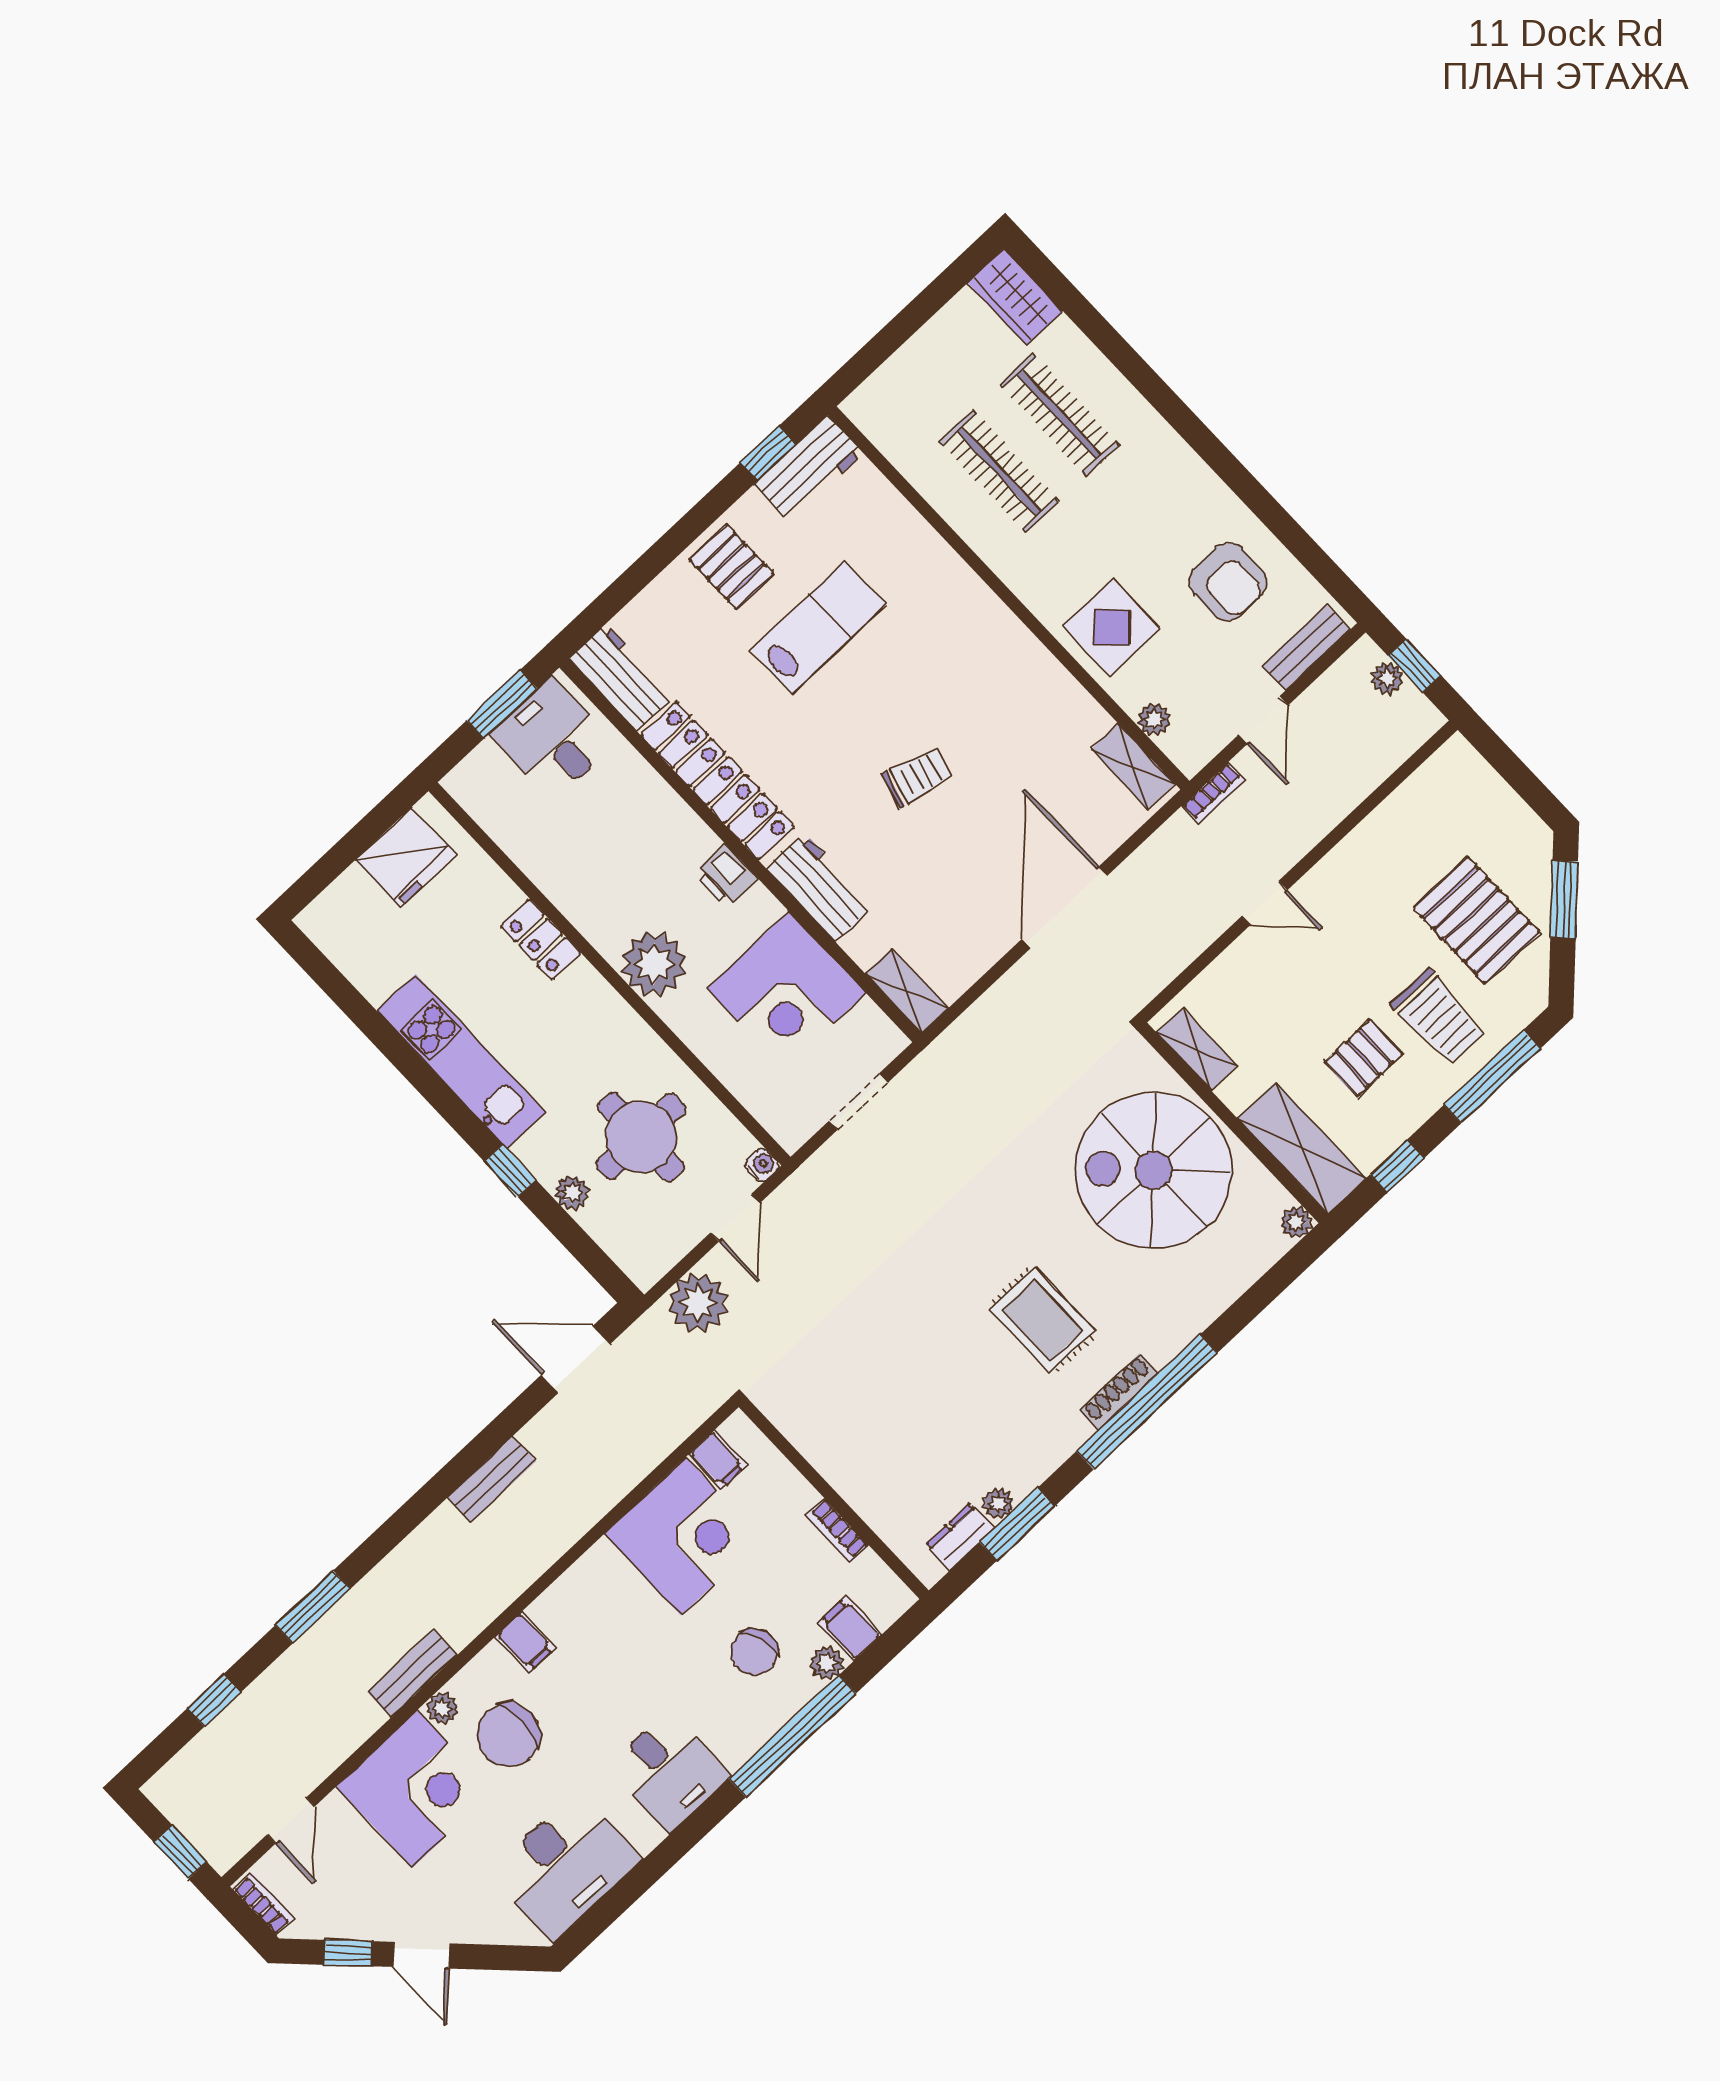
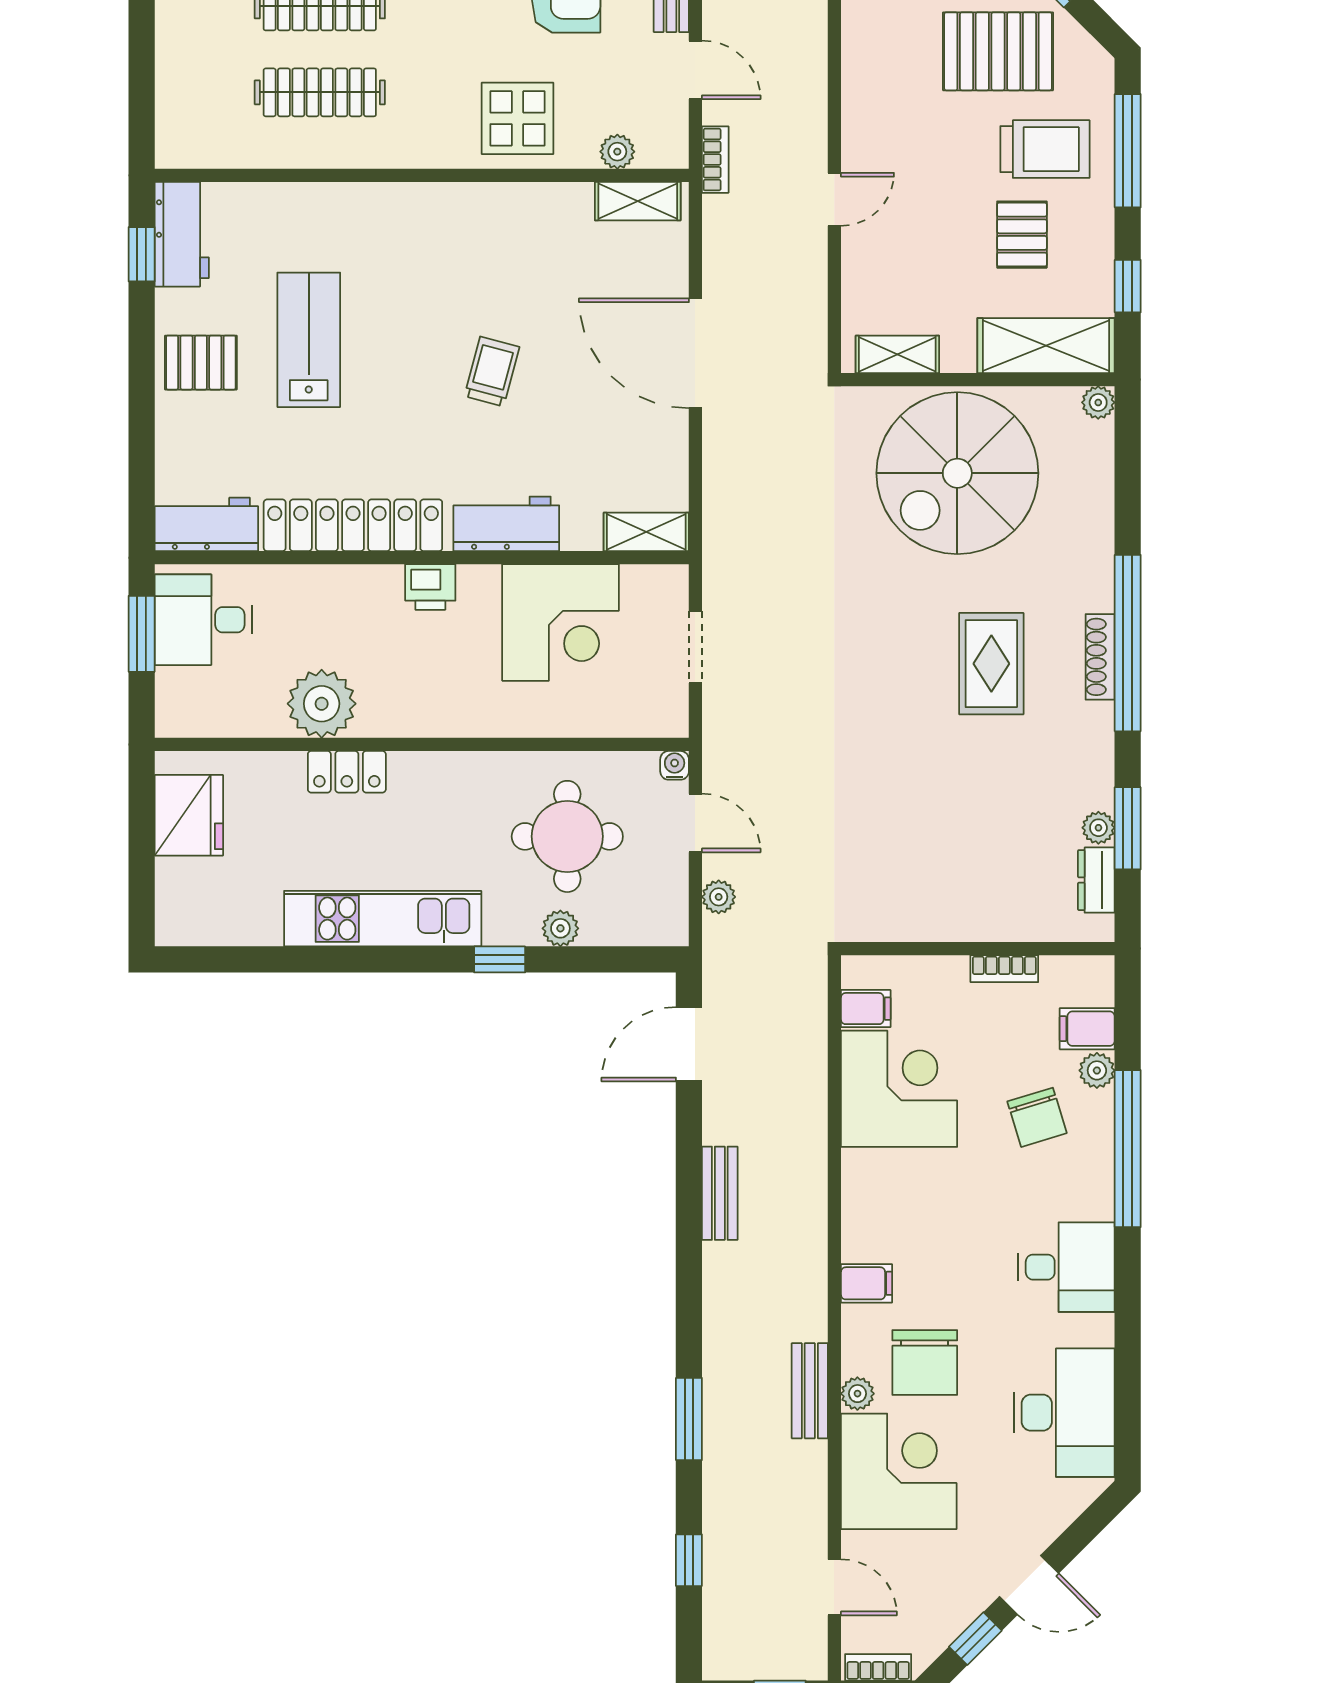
plant: (654, 964) -> (322, 704), moved
plant: (698, 1303) -> (719, 897), width x0.53, depth x0.53
rug: (1042, 1320) -> (991, 664), turned 90

